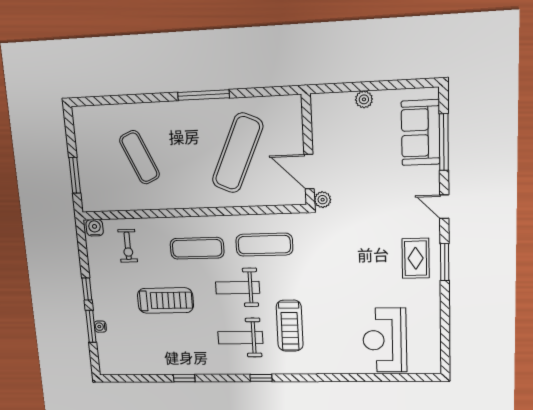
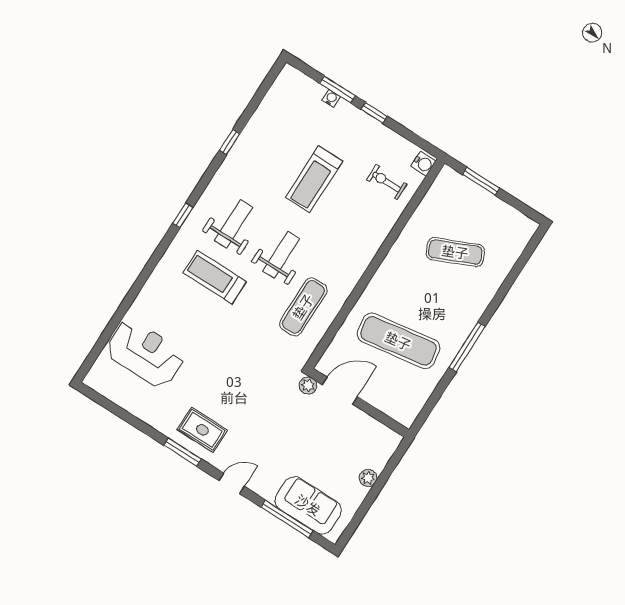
exercise mat: (238, 153) -> (398, 341), turned -33
exercise mat: (197, 248) -> (341, 244), removed

